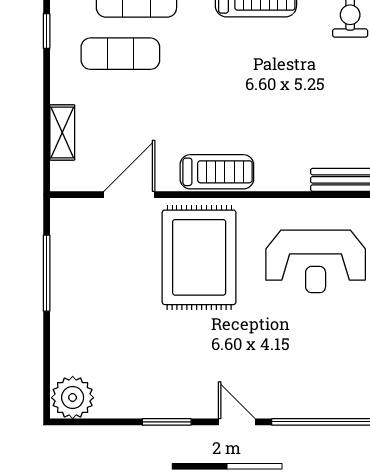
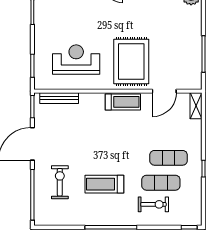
shelving: (62, 132) -> (196, 106), moved
treadmill: (217, 172) -> (123, 102), turned 180

